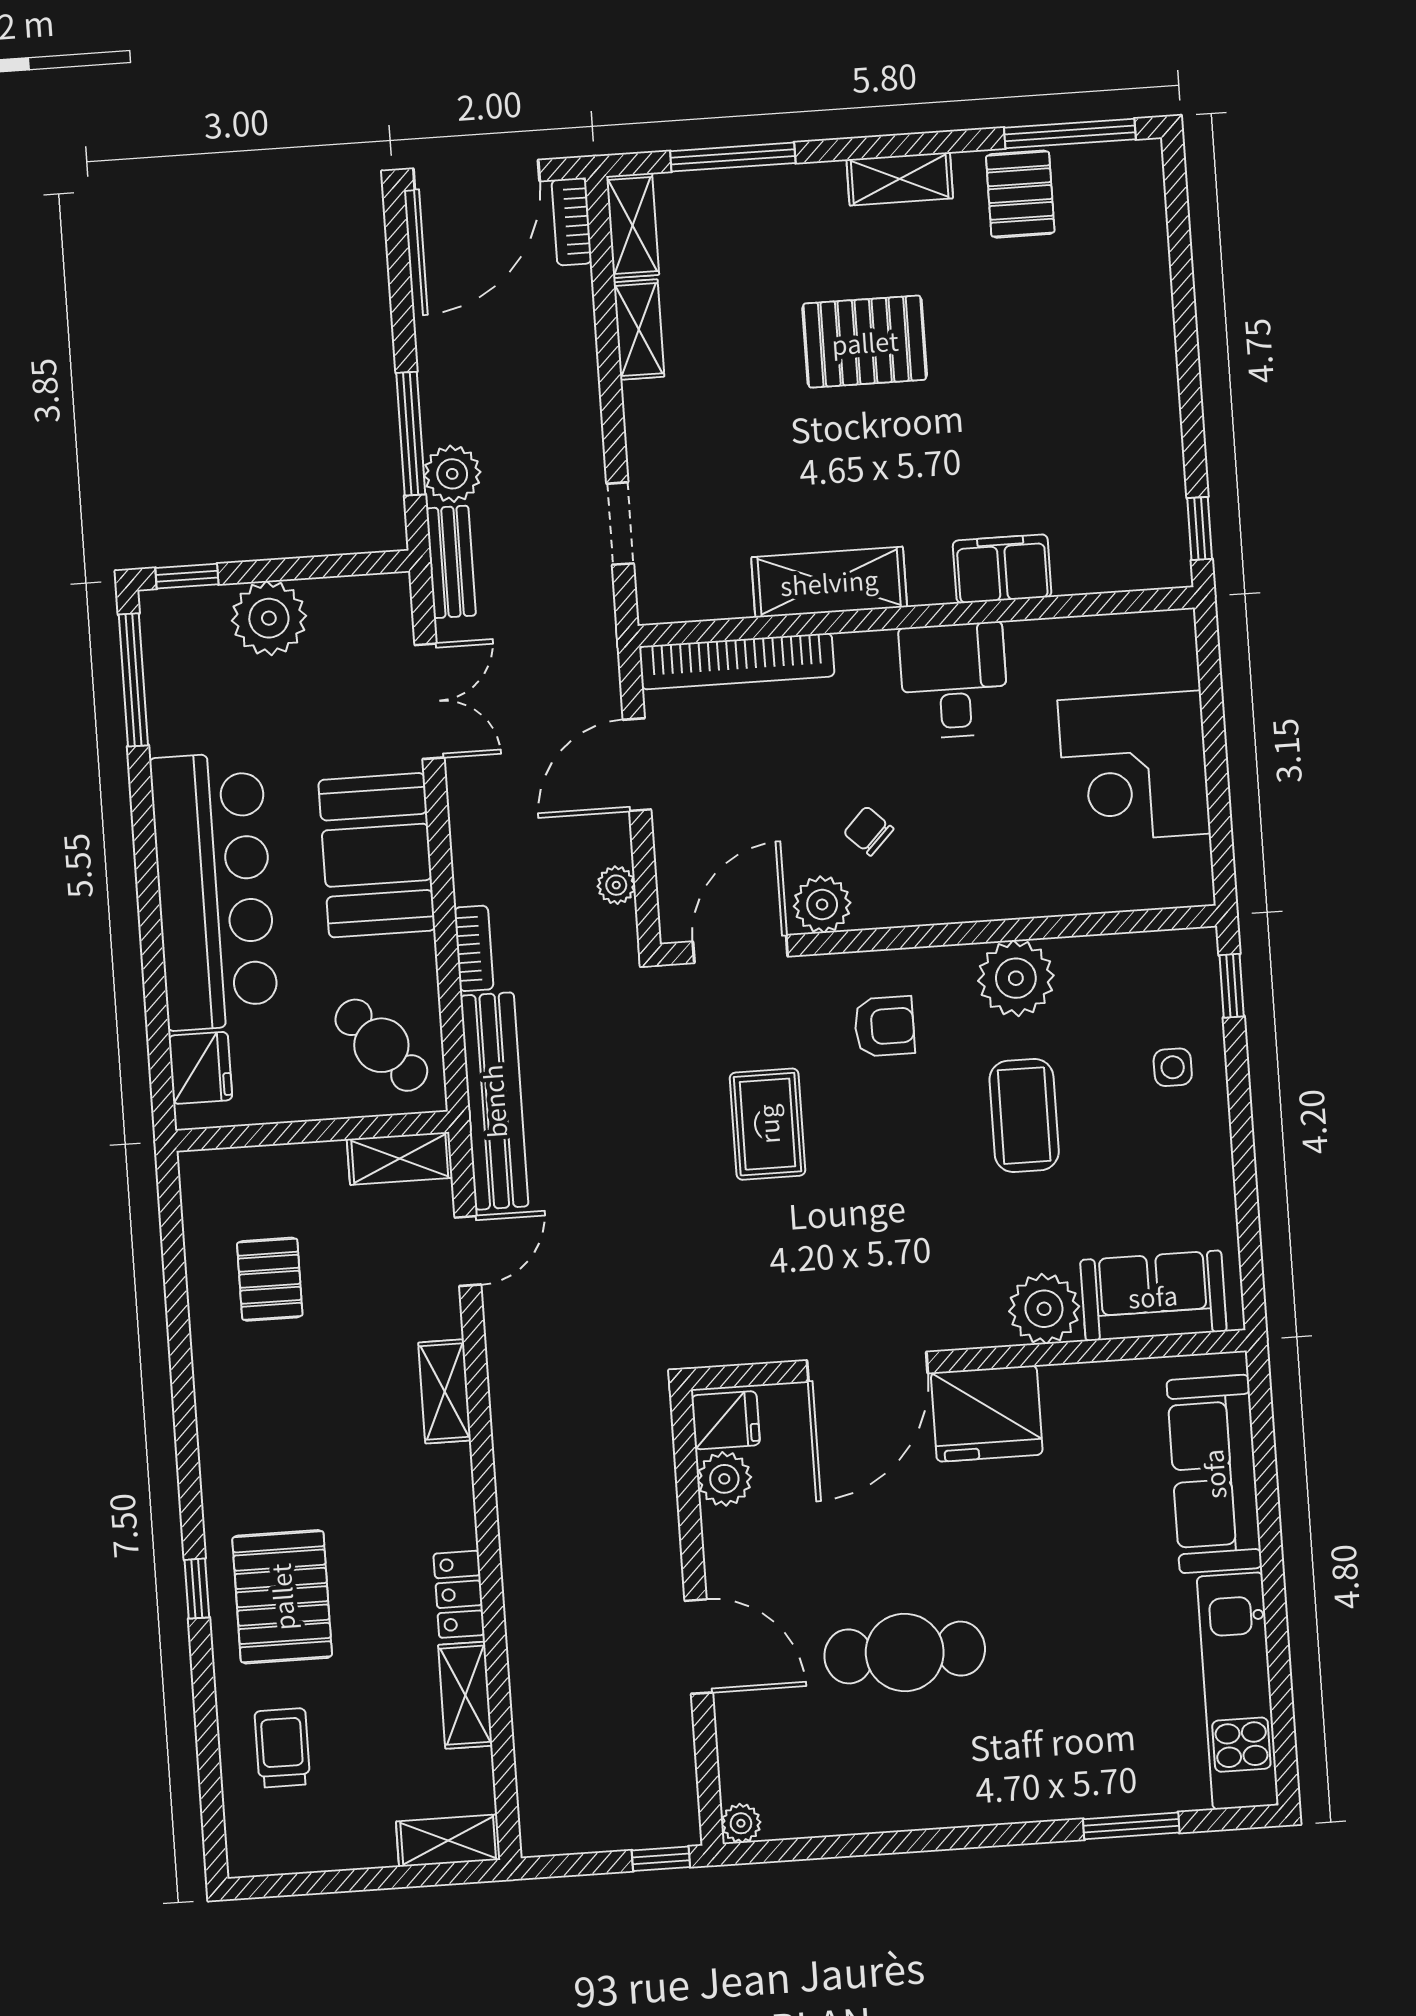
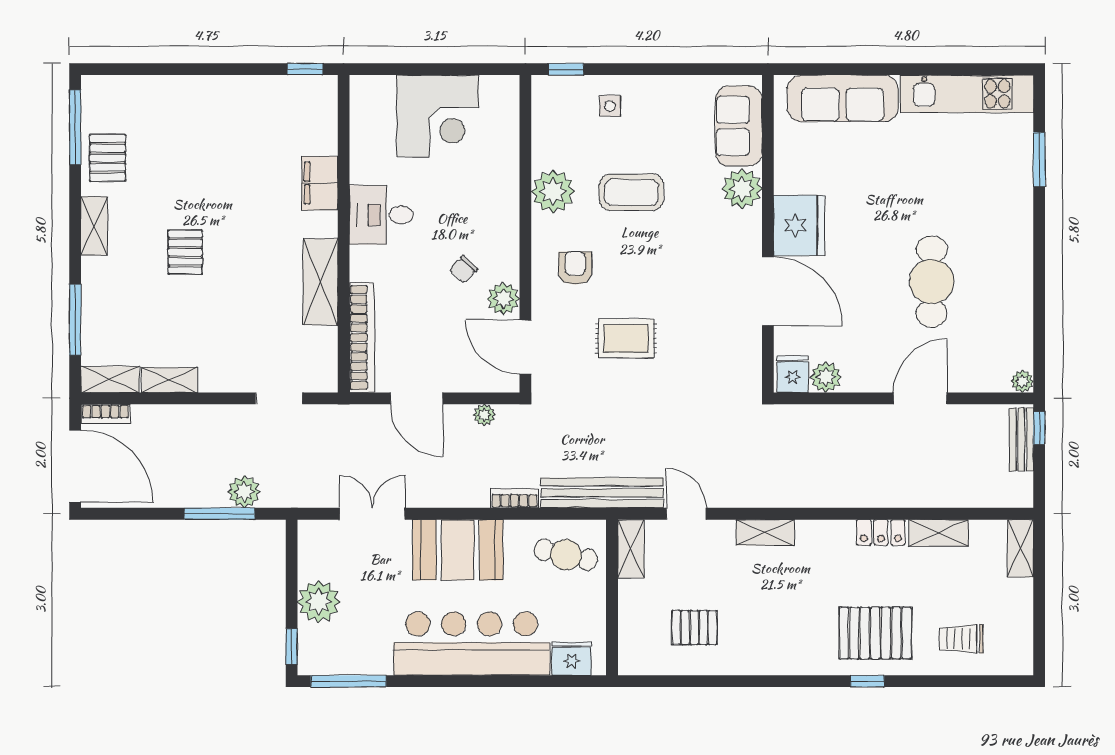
pallet: (1020, 194) -> (108, 158), turned 90
pallet: (865, 342) -> (185, 252), width x0.67, depth x0.71
bench: (451, 562) -> (1021, 439), moved, turned 90
cafe table: (381, 1045) -> (566, 555), turned 54

